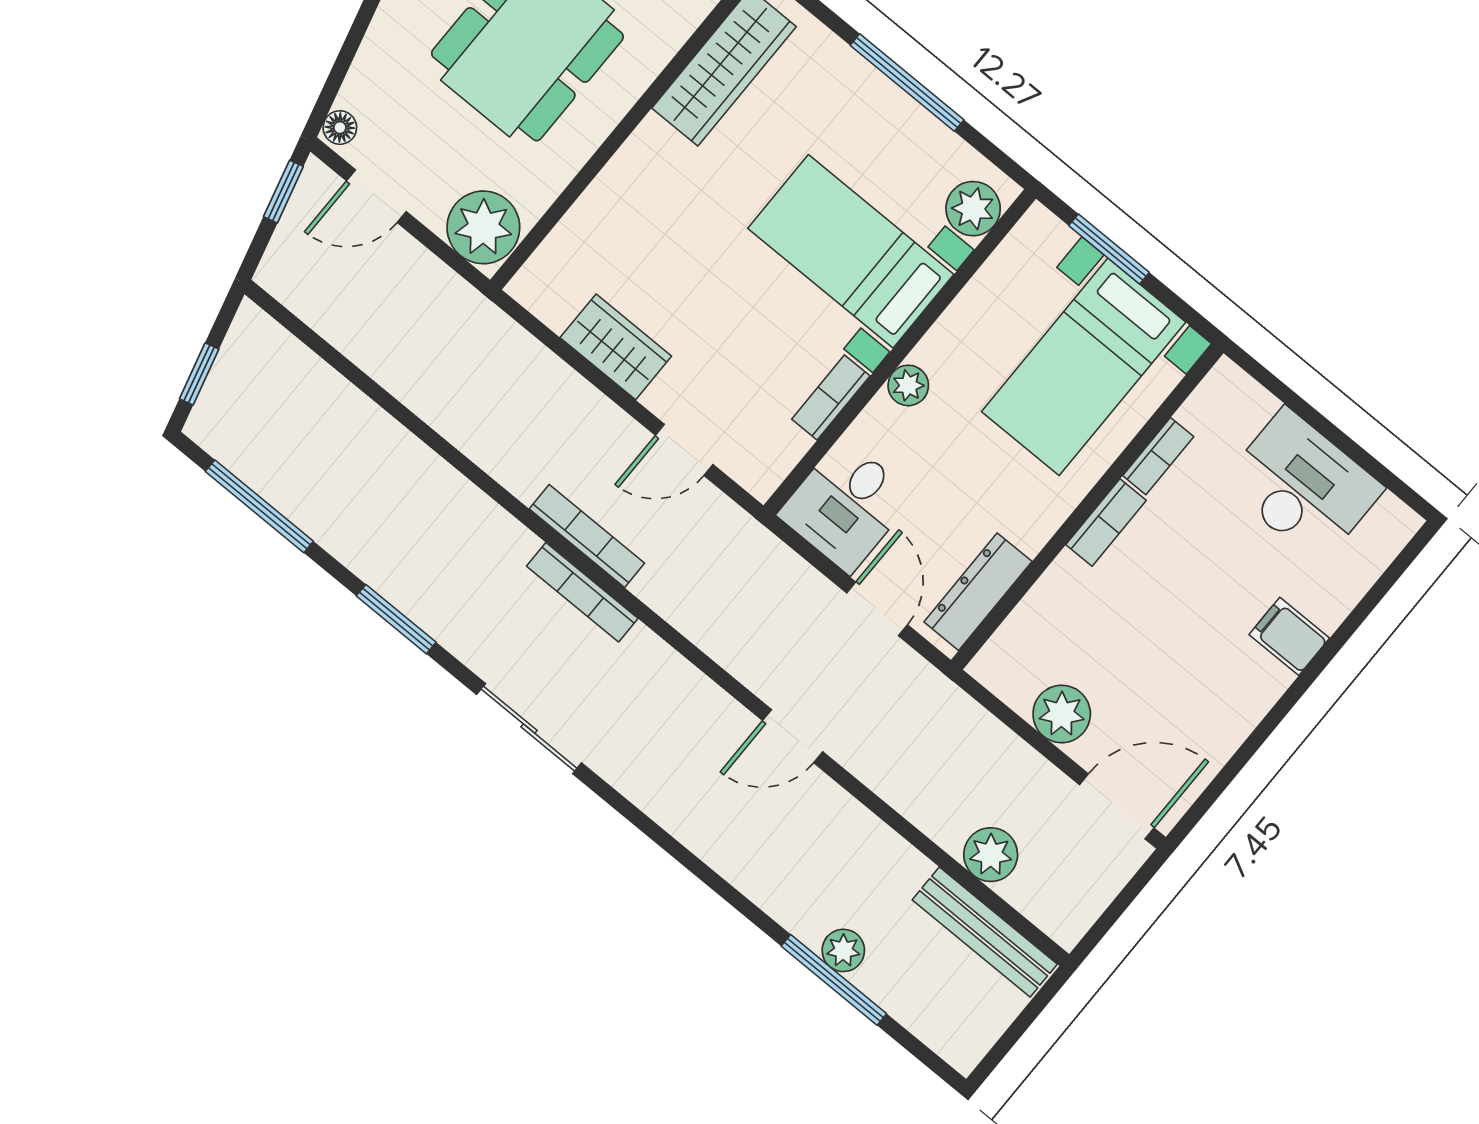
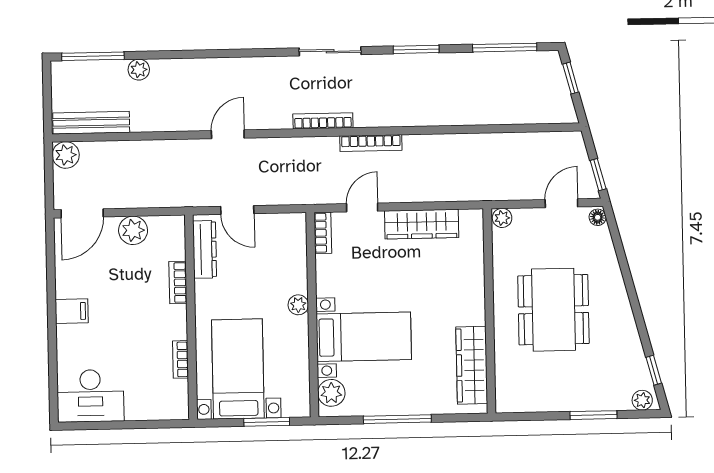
plant: (483, 227) -> (502, 218), width x0.53, depth x0.53
wardrobe: (616, 347) -> (422, 224), width x1.50
bookcase: (831, 397) -> (323, 233), moved
desk: (1303, 486) -> (90, 396), moved
desk: (846, 506) -> (283, 239), removed
bookcase: (1106, 522) -> (178, 282), moved
bookcase: (582, 592) -> (323, 121), moved
filing cabinet: (1289, 636) -> (72, 311), moved
plant: (991, 855) -> (66, 155), moved
window: (834, 980) -> (93, 56), moved

